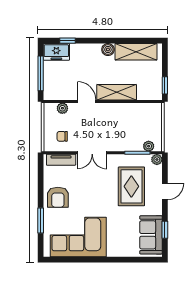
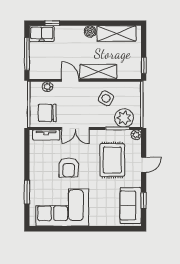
side table: (125, 121) -> (106, 98), added
chair: (62, 136) -> (47, 113), width x1.87, depth x1.87
plant: (149, 146) -> (124, 118), width x1.88, depth x1.88
armchair: (58, 197) -> (69, 167), moved

